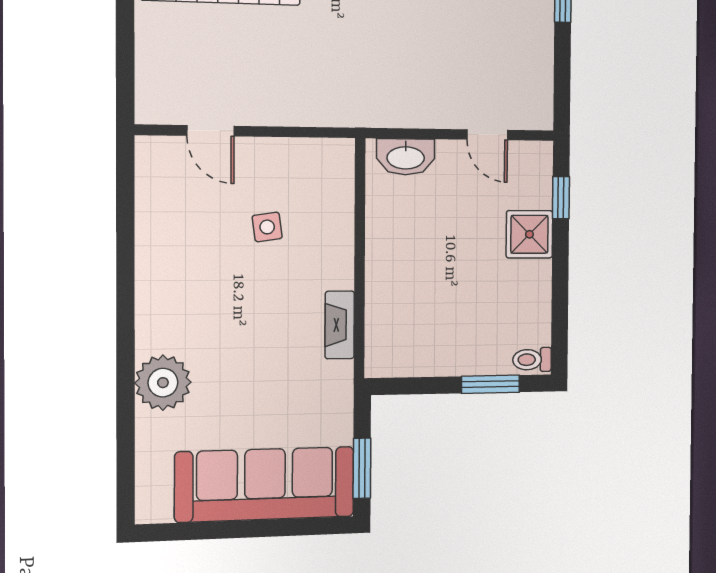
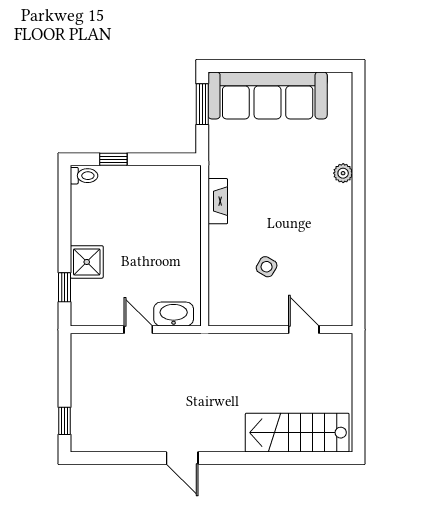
door: (487, 135) -> (138, 330), moved
side table: (267, 227) -> (267, 267), turned 38
plant: (163, 383) -> (343, 173), width x0.53, depth x0.53
window: (490, 384) -> (113, 159), width x0.67

